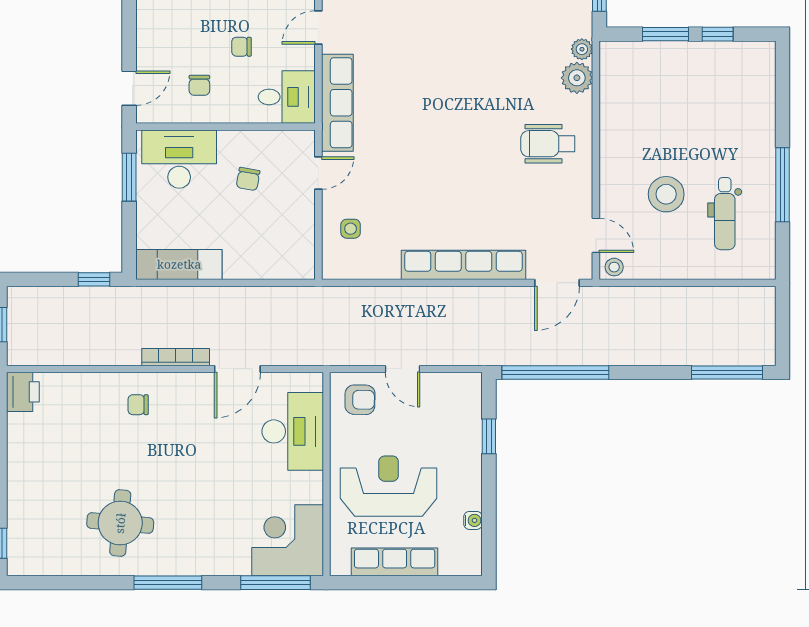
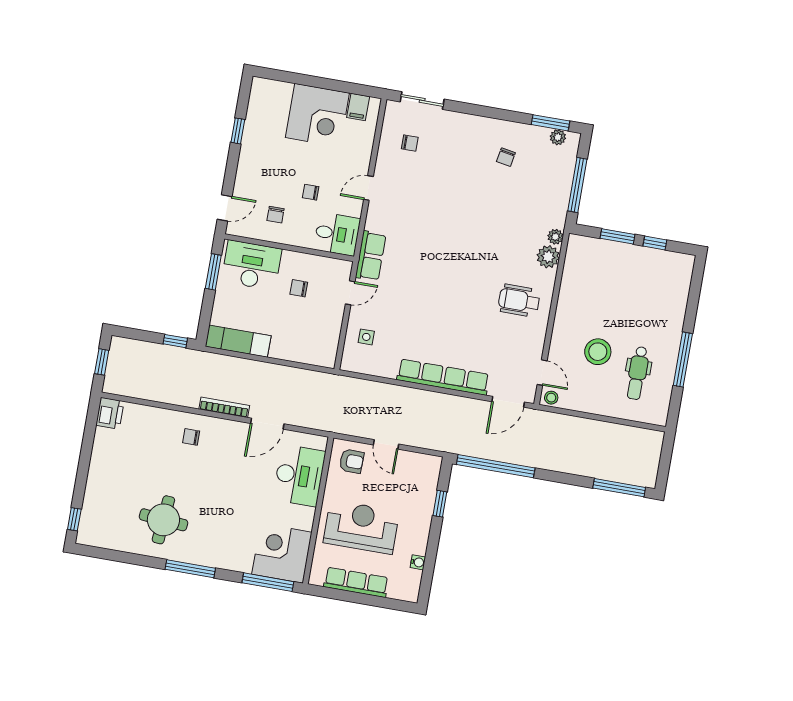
row of seats: (337, 103) -> (371, 256), width x0.68
chair: (248, 179) -> (299, 288), turned 80

